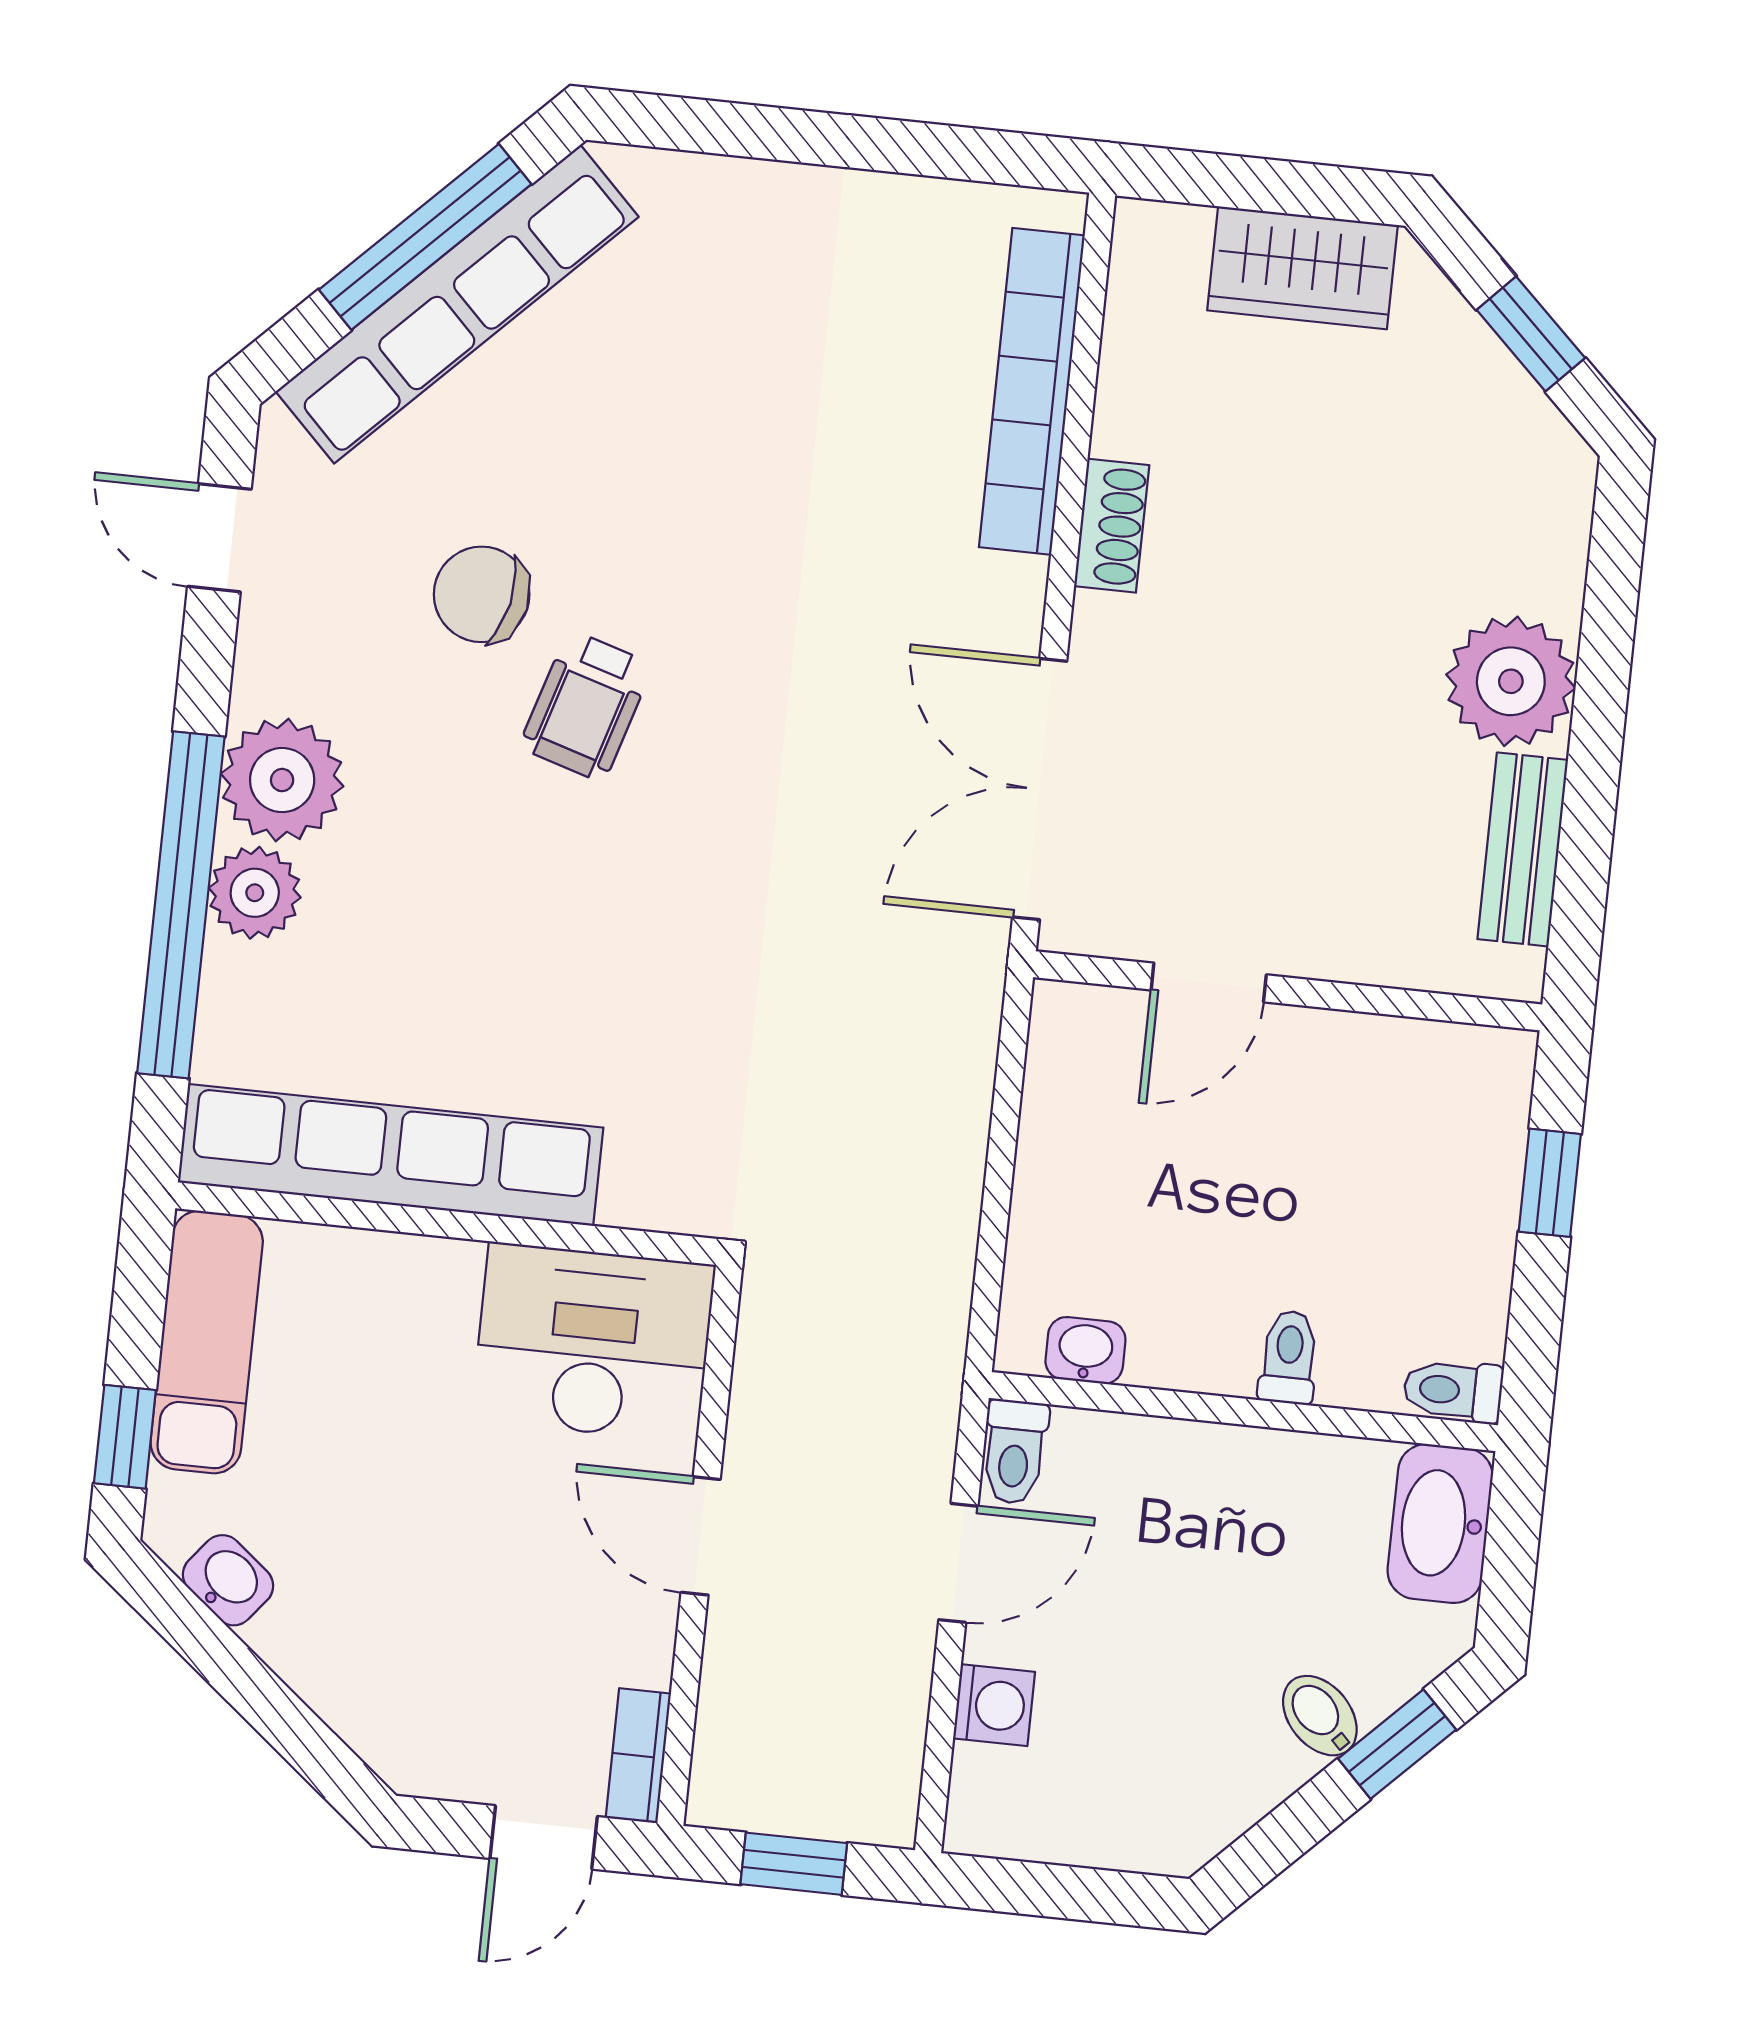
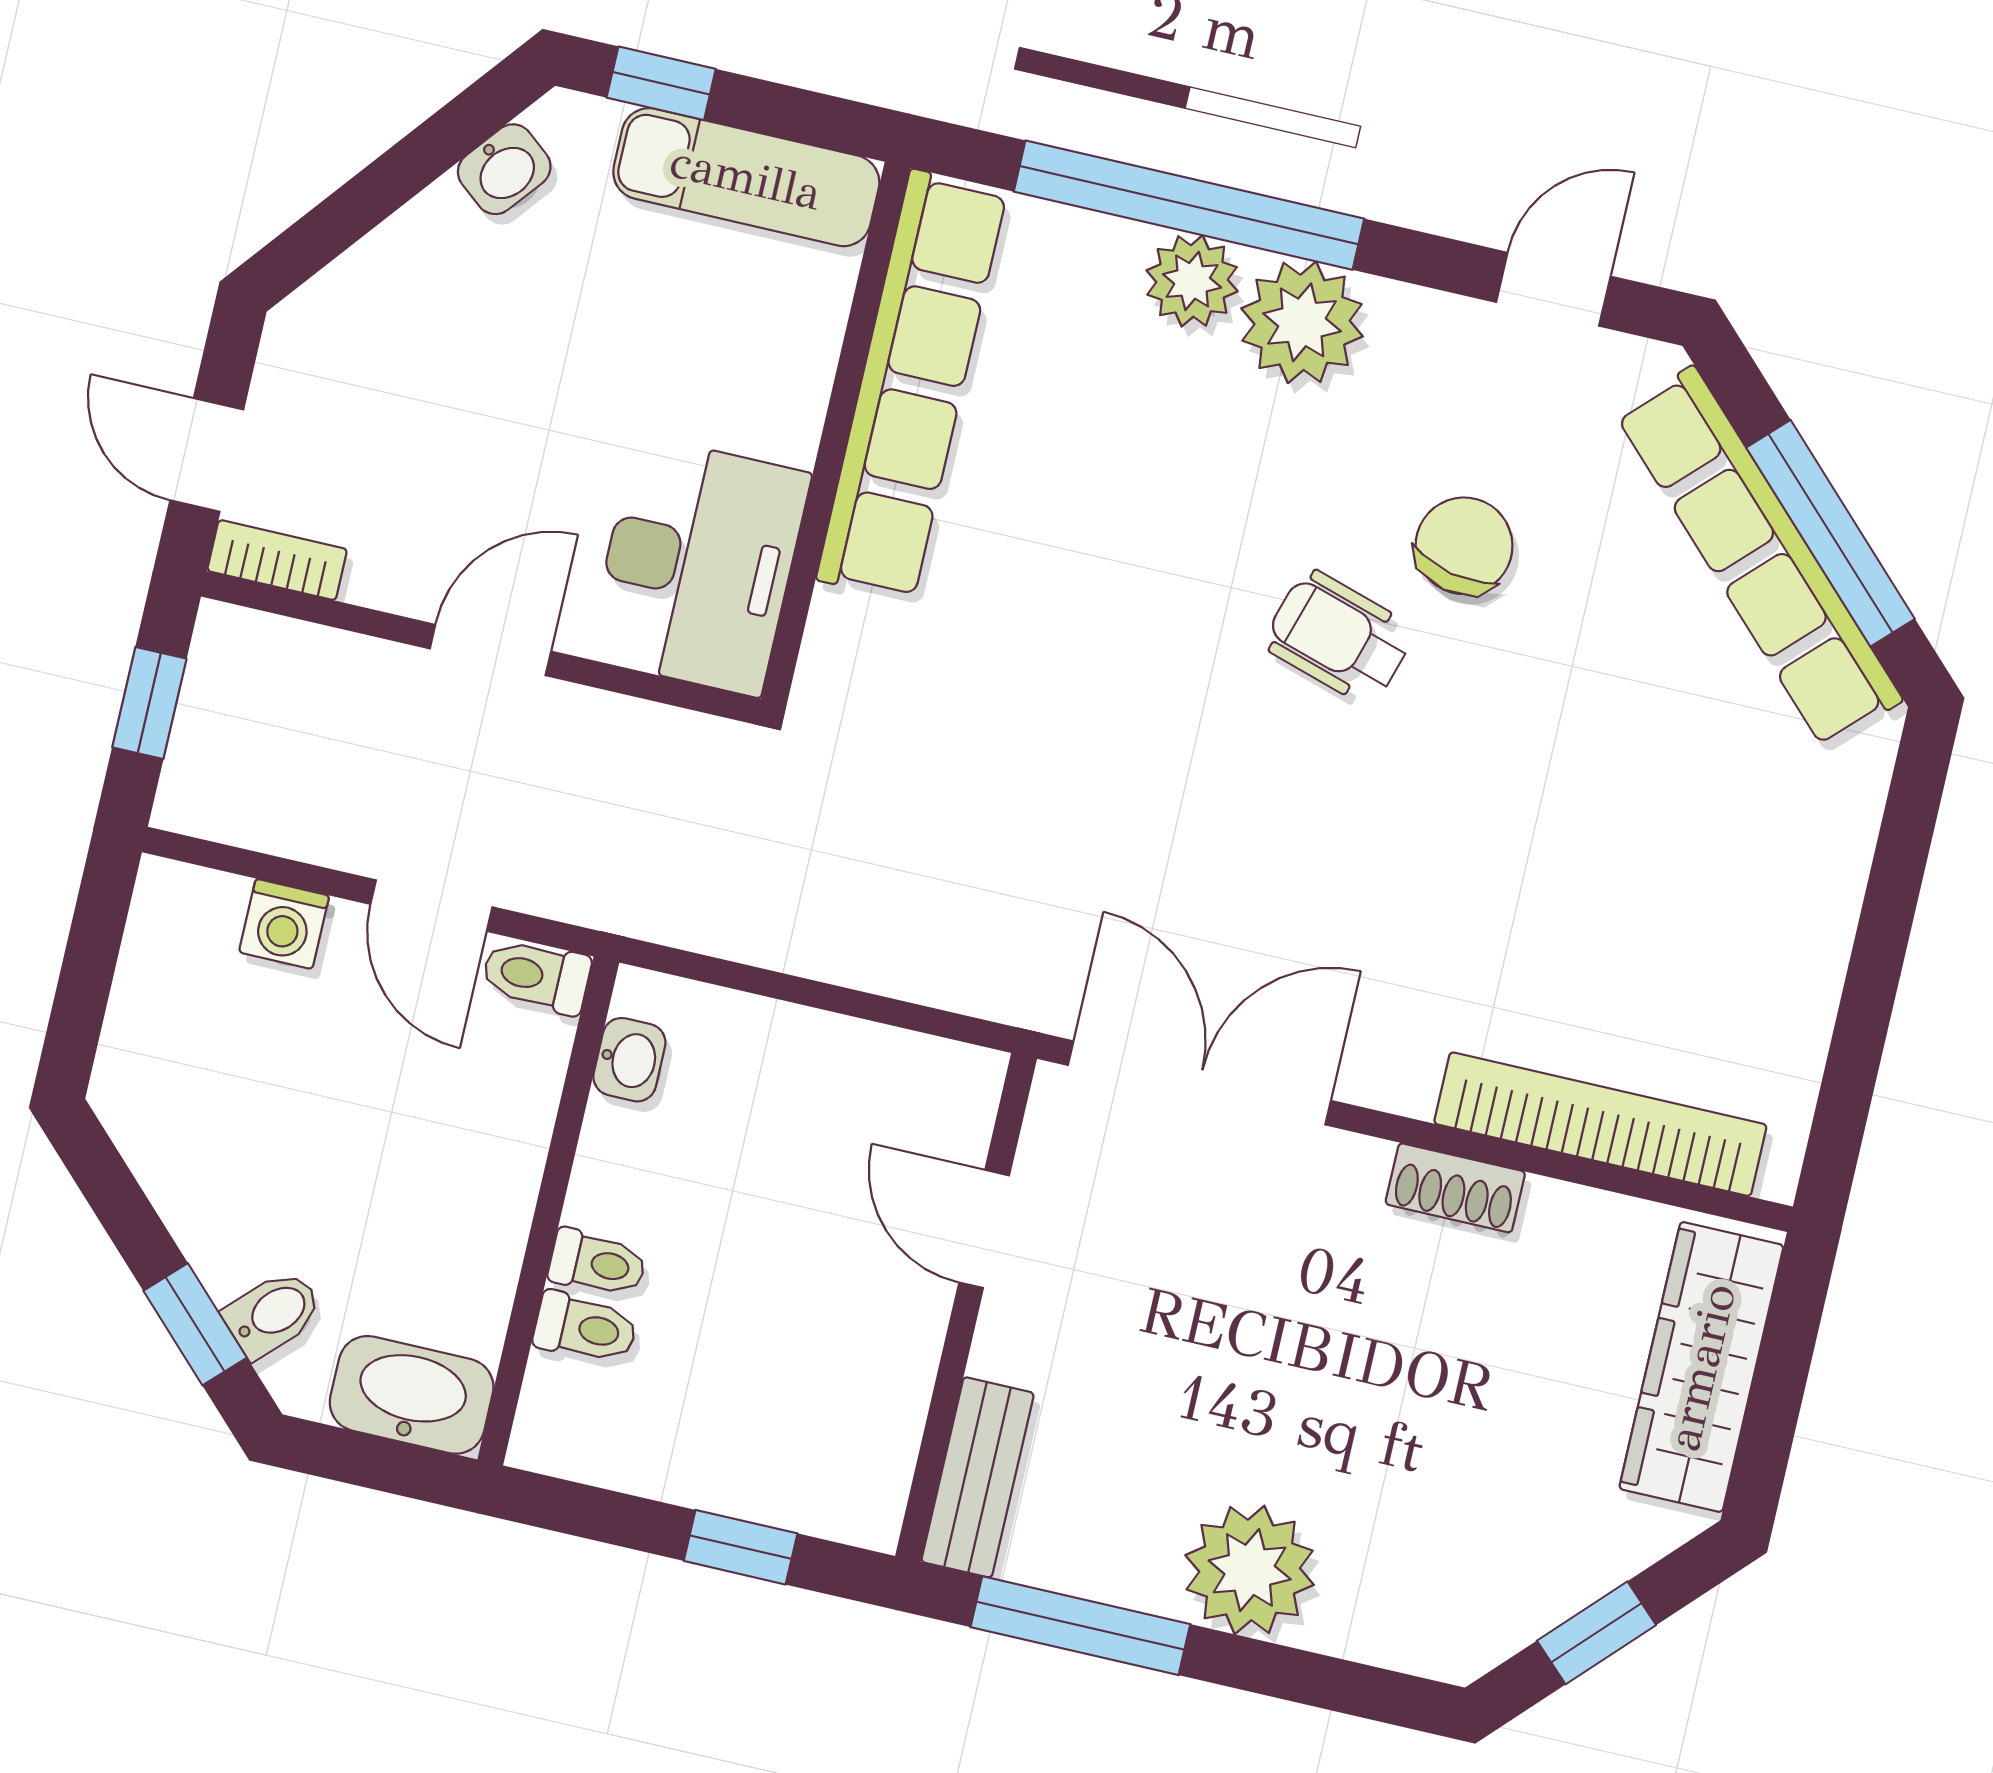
wardrobe: (1303, 268) -> (1701, 1367), width x1.50
window: (1586, 840) -> (1080, 1626), added
bench: (1523, 849) -> (978, 1477), moved, turned 90
toilet: (1453, 1391) -> (585, 1328), moved, turned 90
bidet: (1320, 1716) -> (273, 1314), moved

